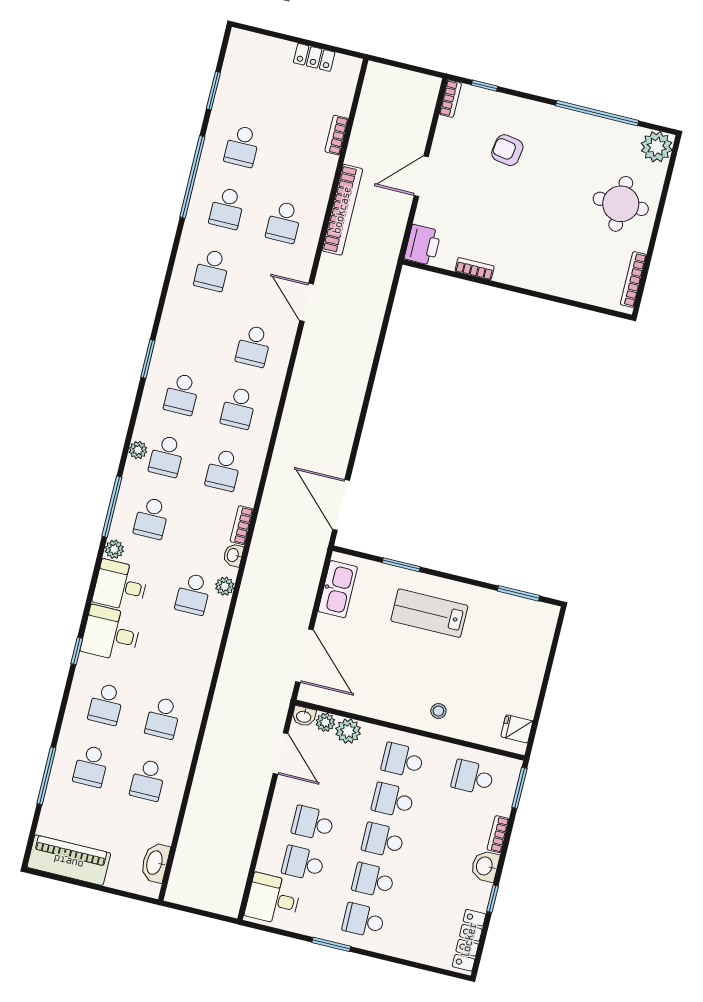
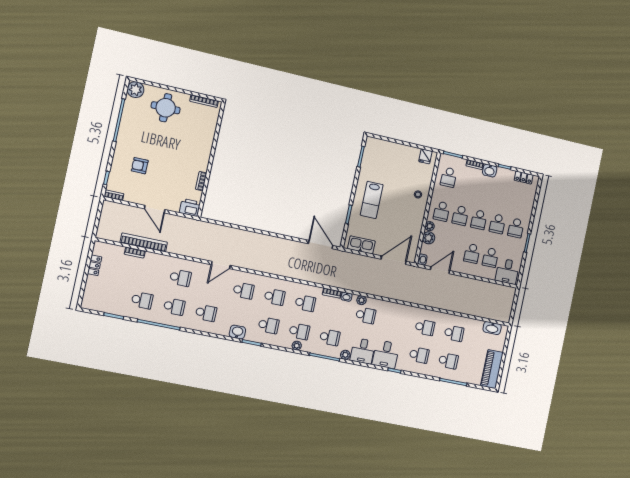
armchair: (507, 150) -> (140, 166), turned 81
bookcase: (342, 210) -> (144, 242), moved
washbasin: (171, 331) -> (237, 332), added
door: (341, 505) -> (321, 245), swing flipped
plant: (325, 722) -> (430, 226), moved
locker: (469, 940) -> (524, 178), width x0.66

